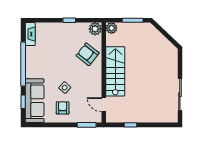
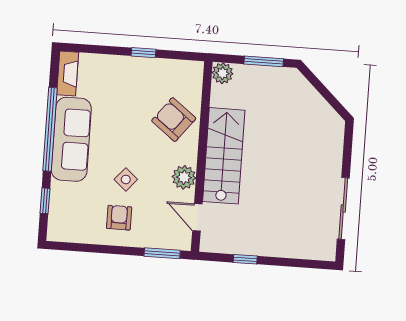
plant: (95, 29) -> (184, 177), moved
sofa: (35, 101) -> (71, 139), moved

